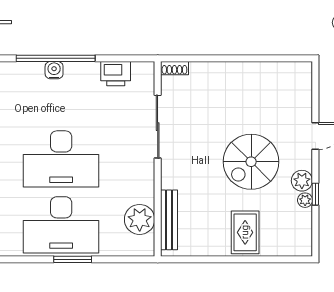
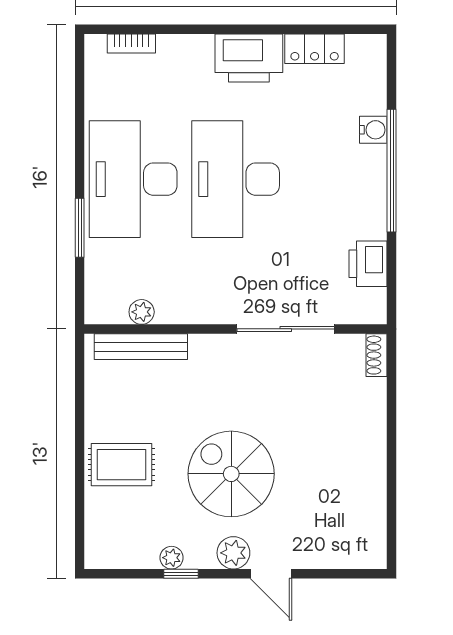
water cooler: (54, 70) -> (373, 130), moved
plant: (302, 181) -> (233, 553), moved
plant: (140, 219) -> (142, 312), width x0.53, depth x0.53
window: (73, 259) -> (80, 228), moved

